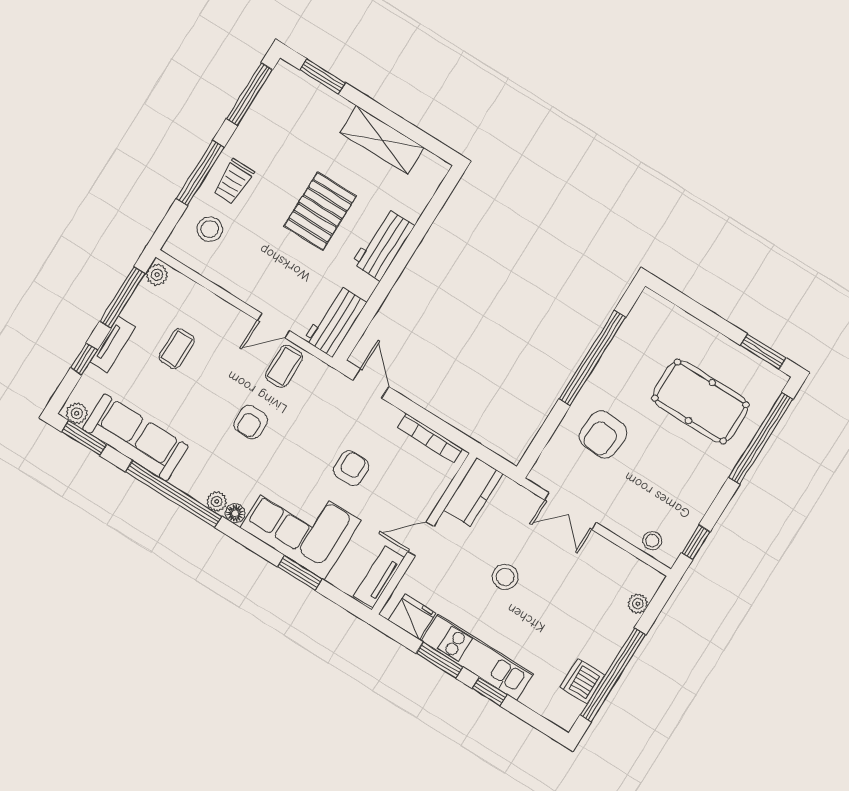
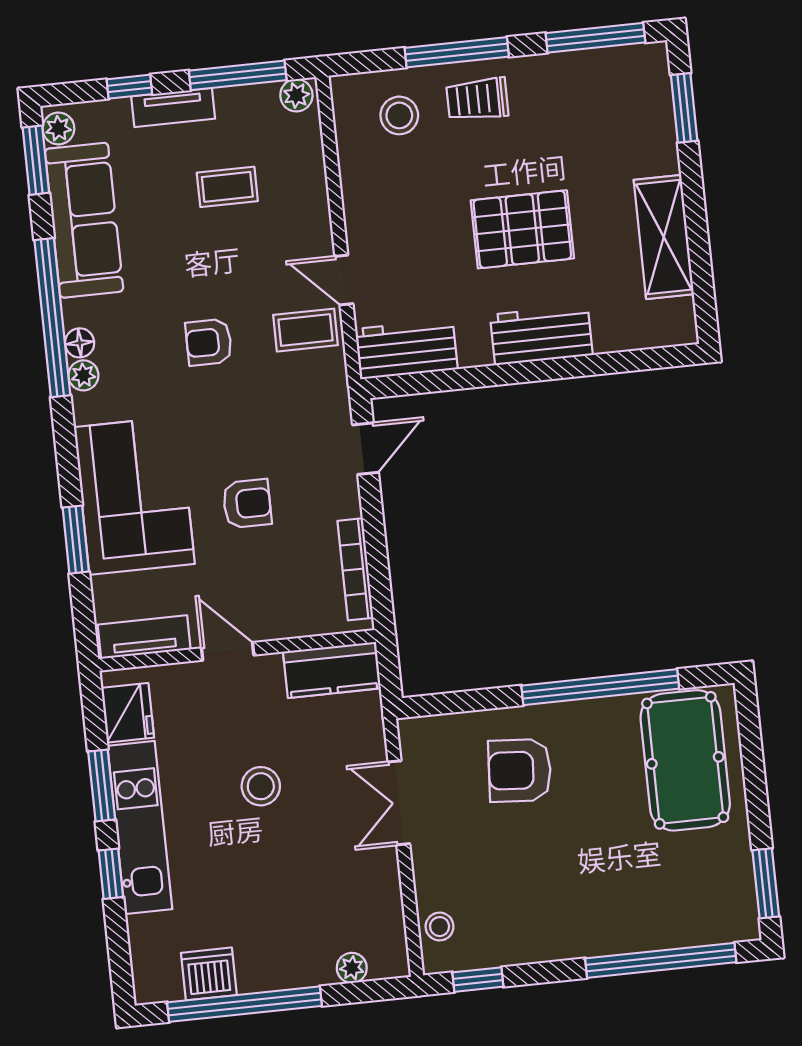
pool table: (700, 402) -> (685, 760), moved
floor lamp: (235, 513) -> (80, 343), moved

